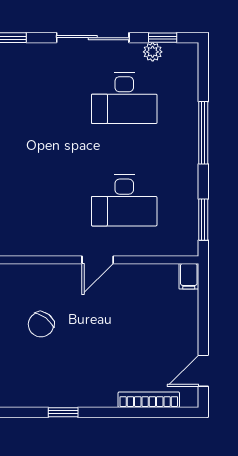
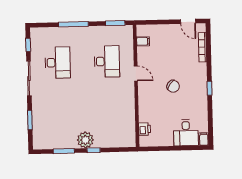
plant: (153, 52) -> (35, 49), removed
filing cabinet: (189, 276) -> (143, 41), moved
chair: (41, 324) -> (173, 86), moved

